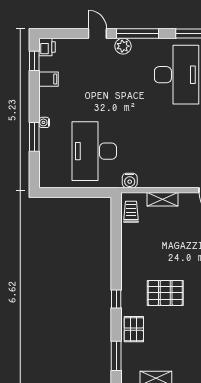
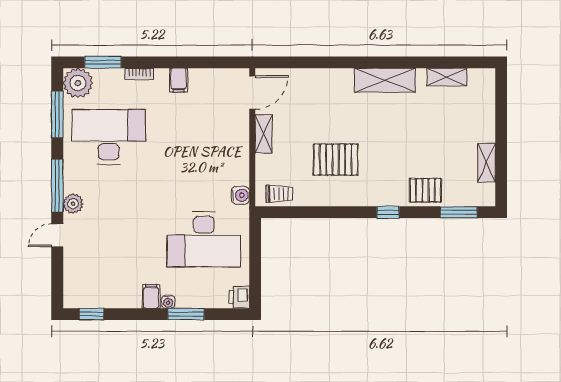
printer: (47, 47) -> (239, 297), moved, turned -90
filing cabinet: (49, 79) -> (151, 296), moved
shelving: (162, 199) -> (264, 134), moved
trolley: (131, 212) -> (279, 194), turned 180
pallet: (165, 293) -> (336, 160), moved, turned 90

